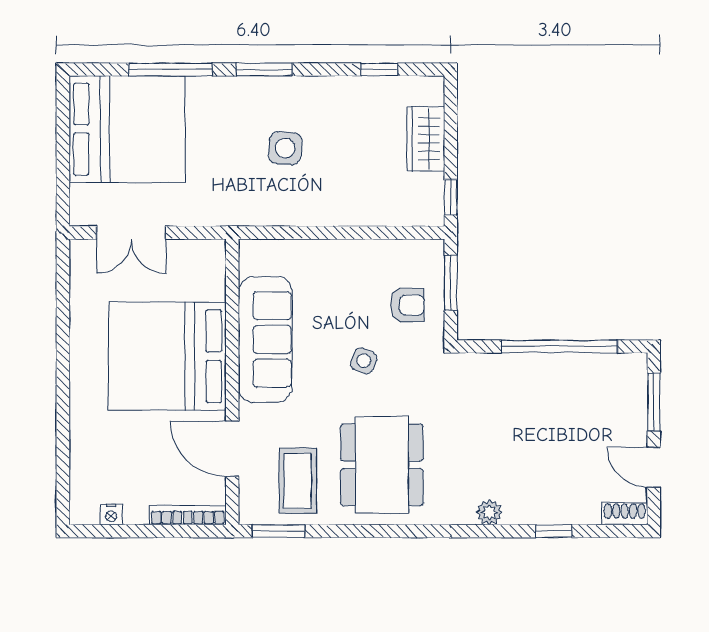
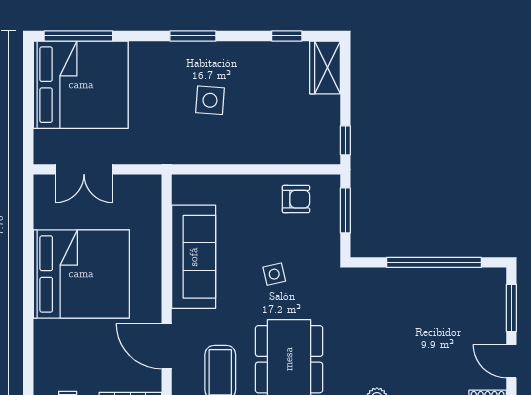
window: (170, 69) -> (78, 36), moved
wardrobe: (426, 139) -> (325, 67), moved
armchair: (407, 305) -> (296, 199), moved
bed: (167, 356) -> (81, 274), moved, turned 180
side table: (364, 361) -> (274, 274), turned -36

